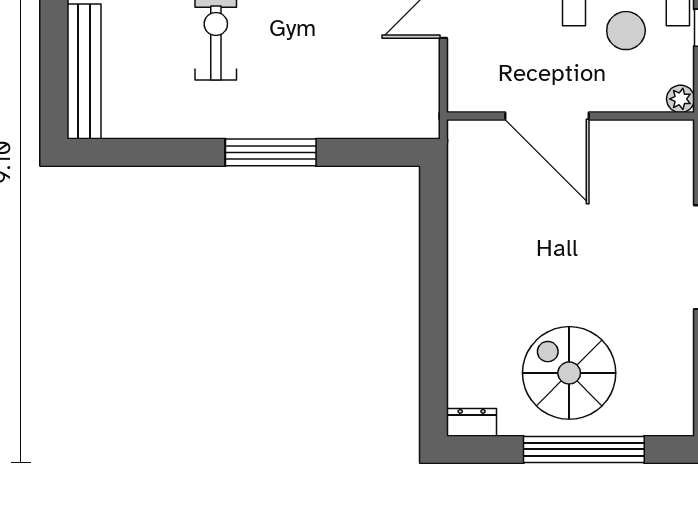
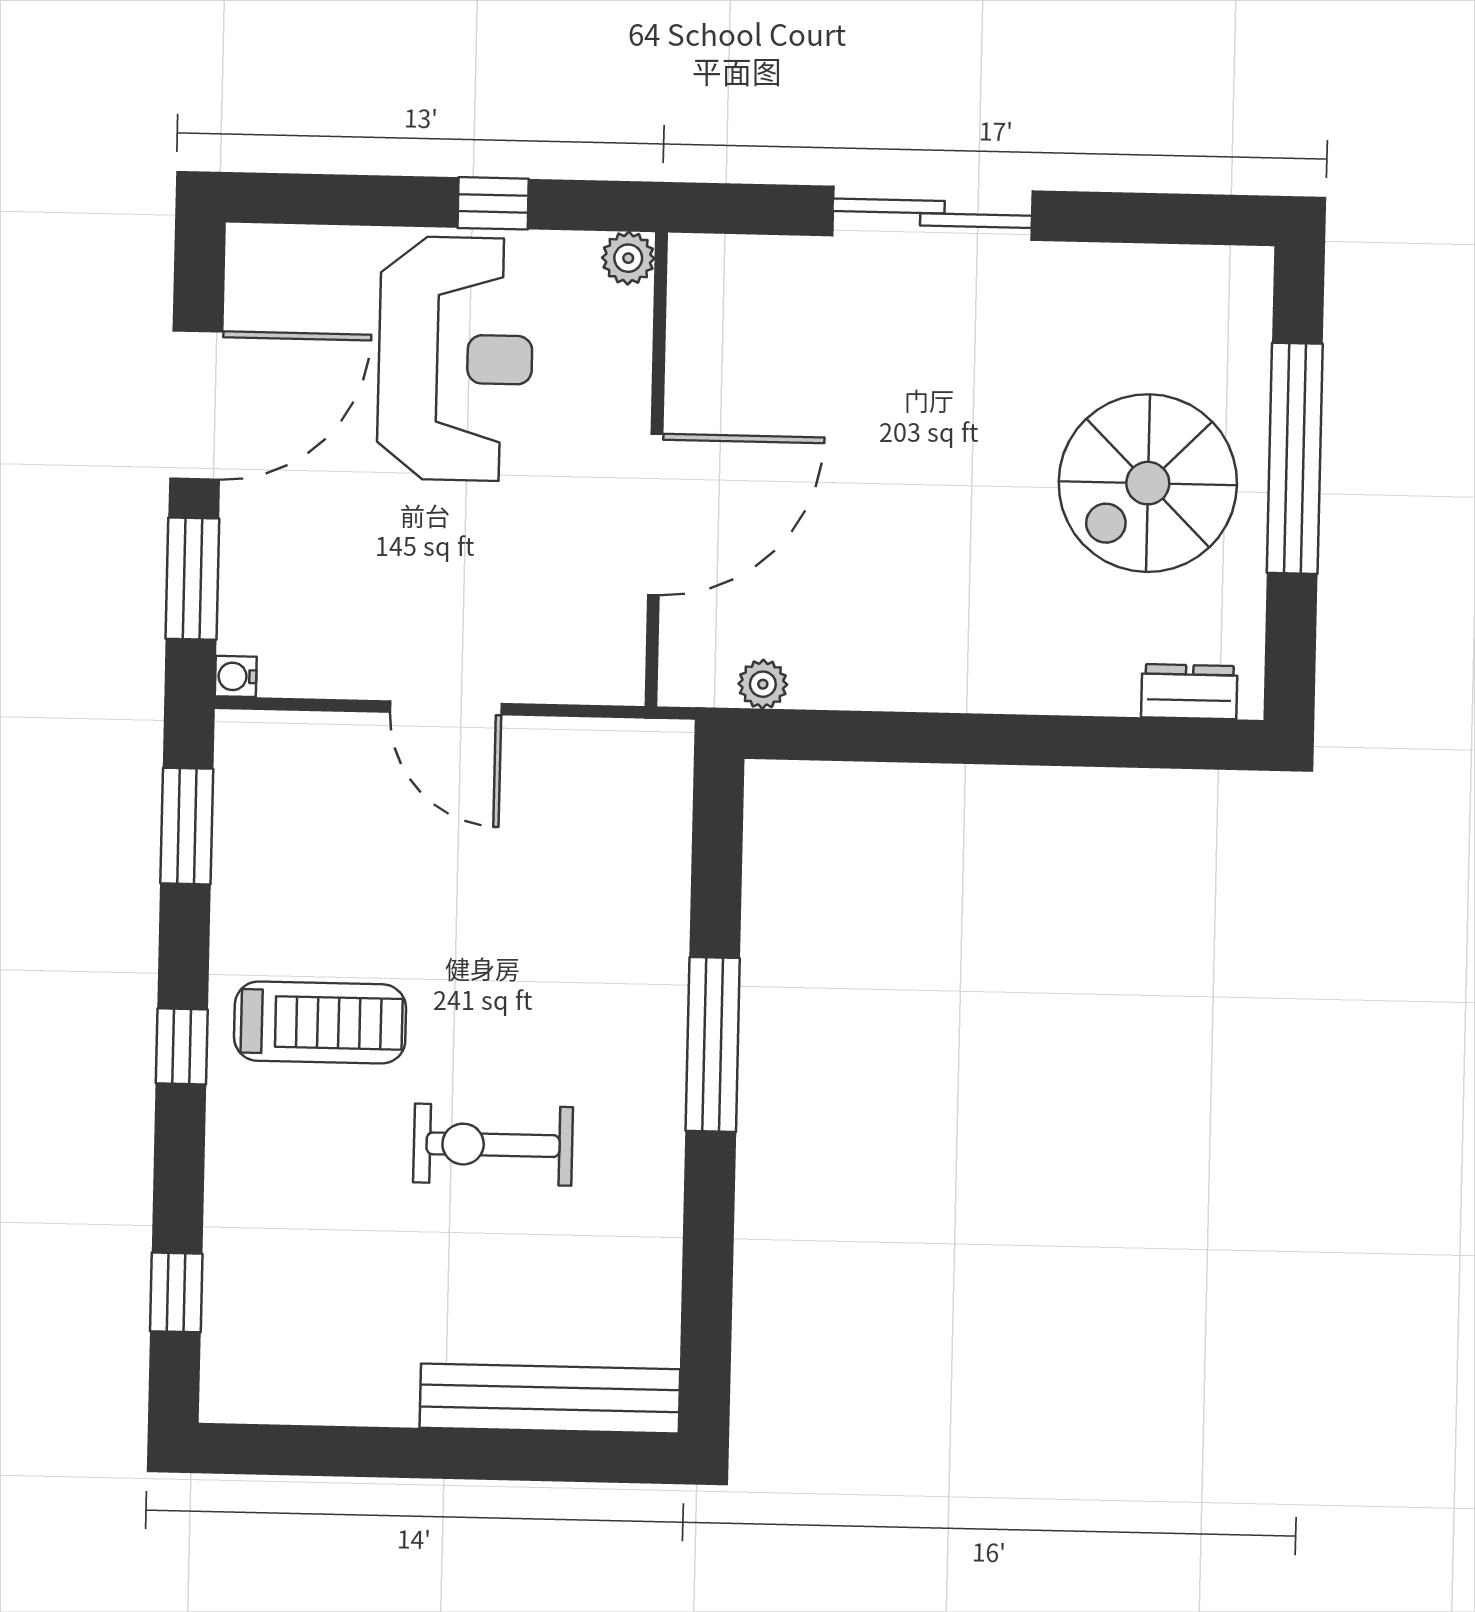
plant: (460, 174) -> (763, 684), added
dresser: (472, 422) -> (1189, 692), moved, turned 90

